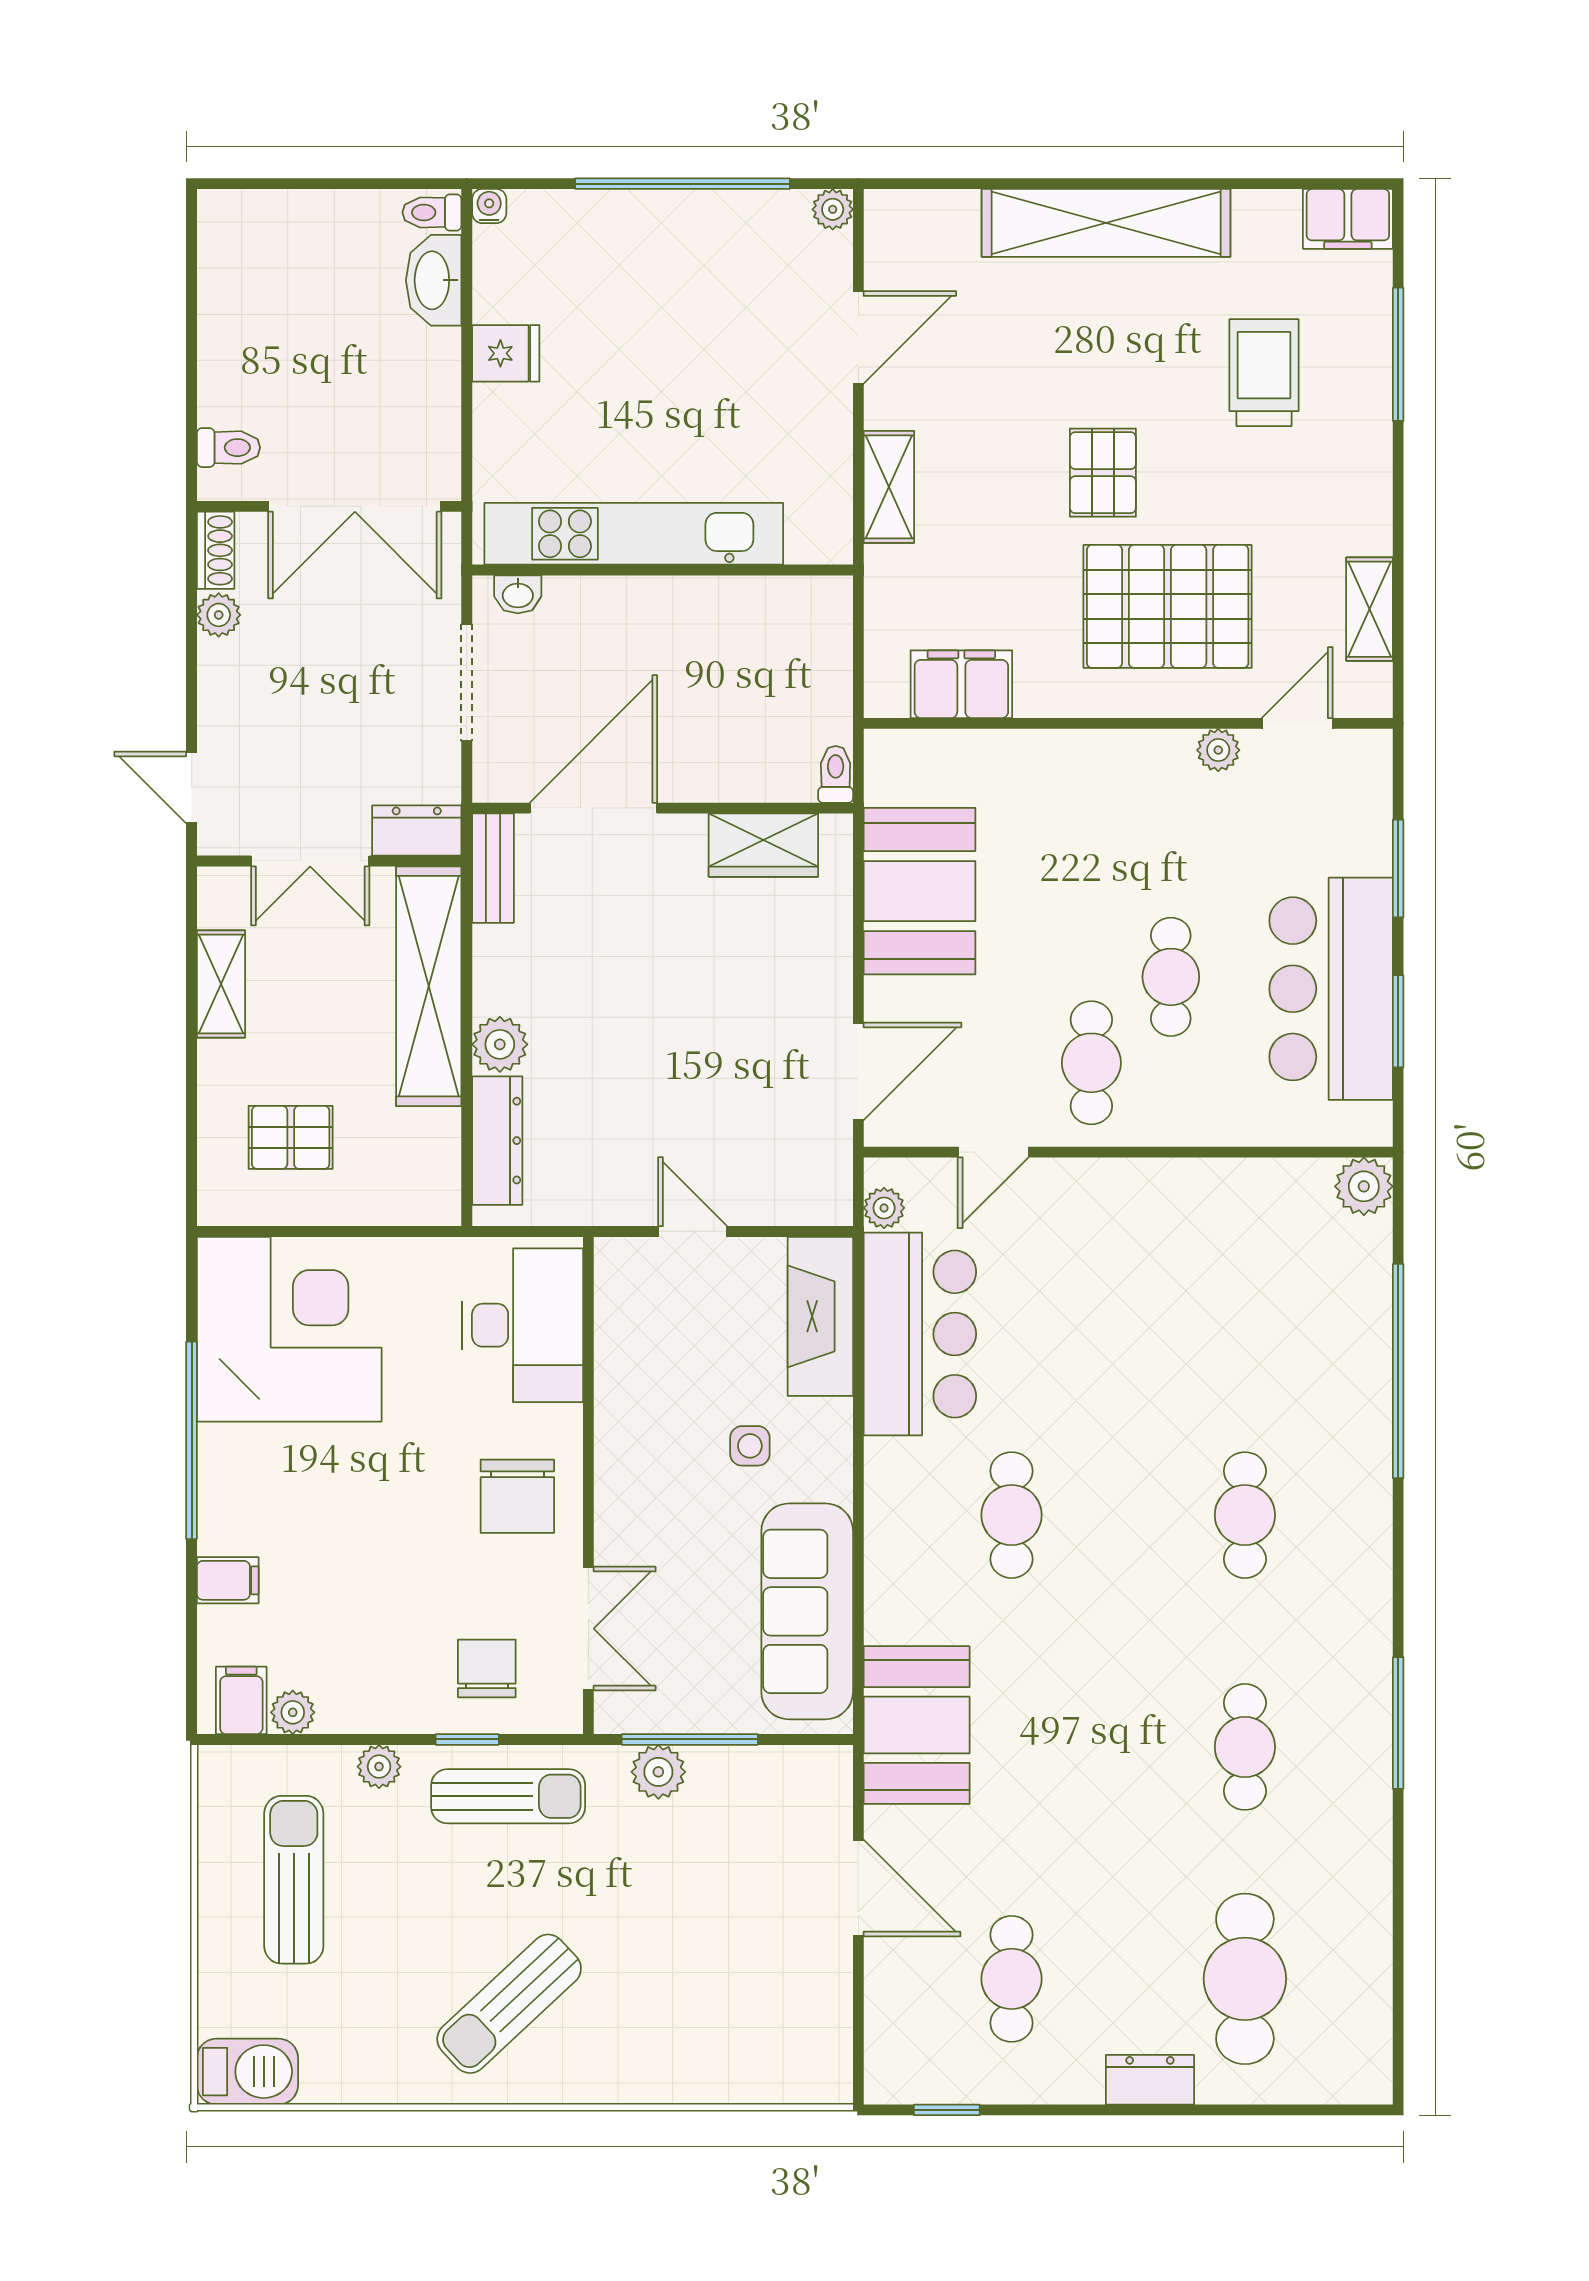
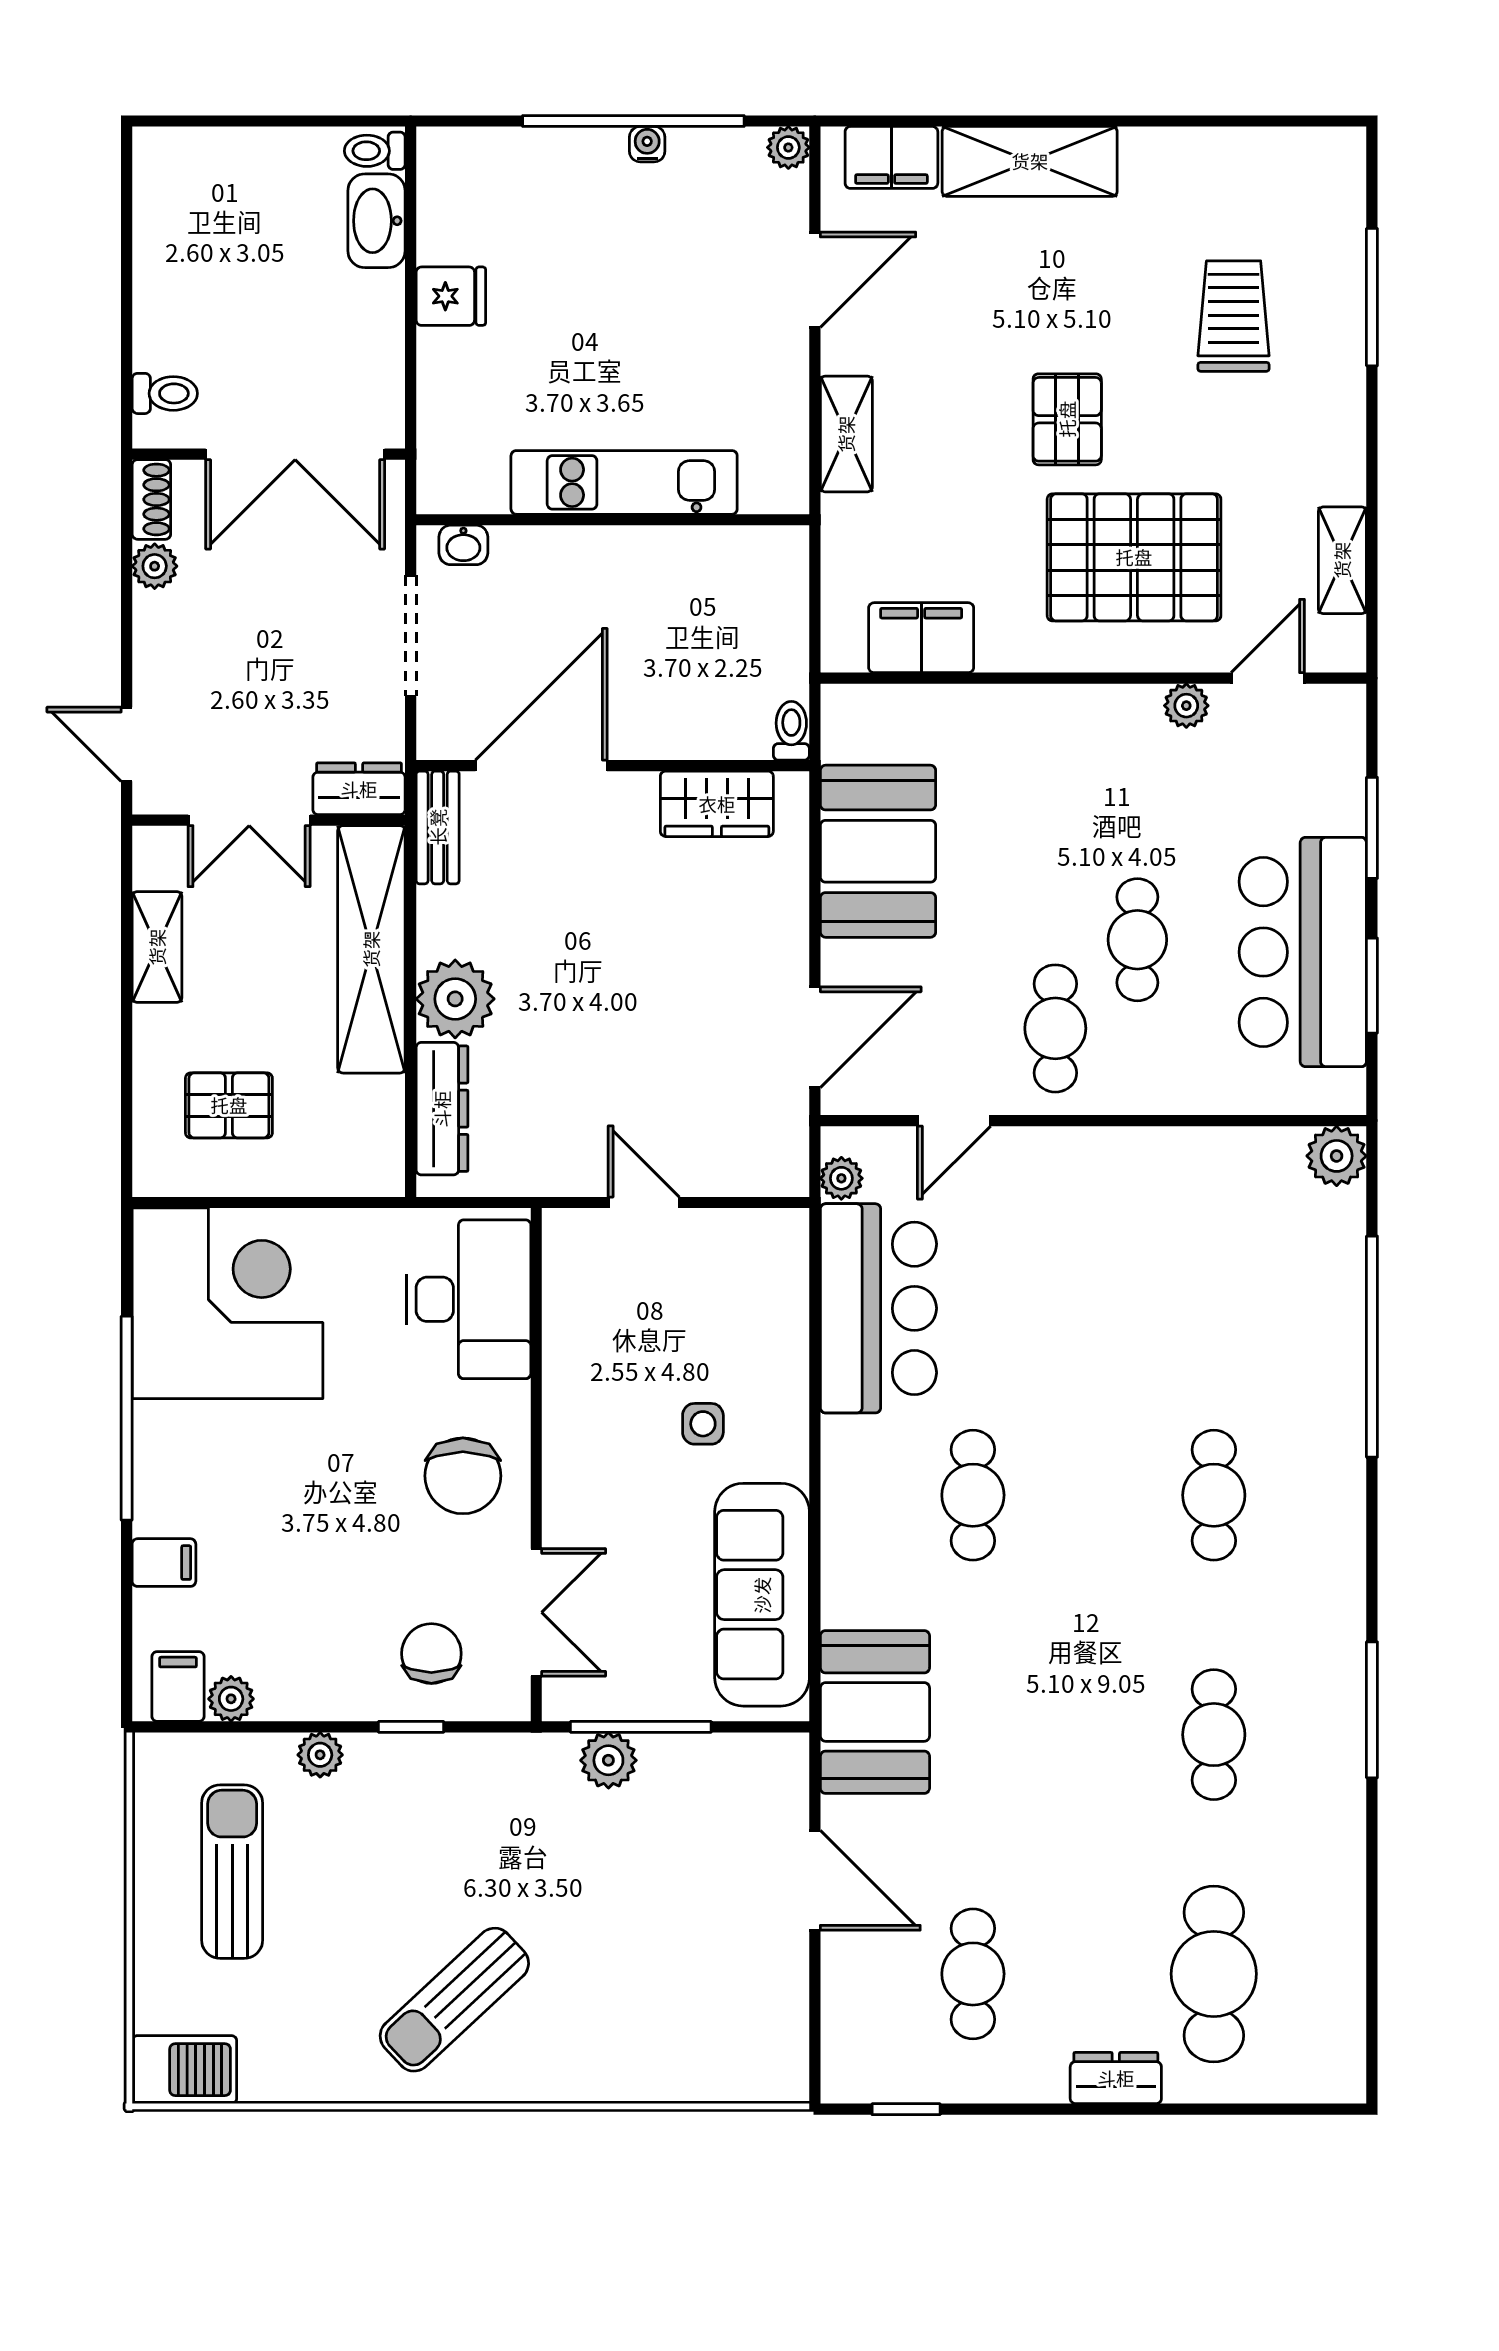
water cooler: (489, 206) -> (647, 144), moved
filing cabinet: (1348, 219) -> (891, 157), moved
shelving: (1106, 223) -> (1030, 161), width x0.68
kitchen unit: (634, 534) -> (624, 482), width x0.73
plant: (500, 1044) -> (455, 999), width x1.36, depth x1.36
fireplace: (820, 1316) -> (776, 1290), removed
sun lounger: (508, 1796) -> (453, 1785), removed

